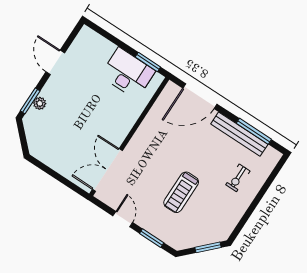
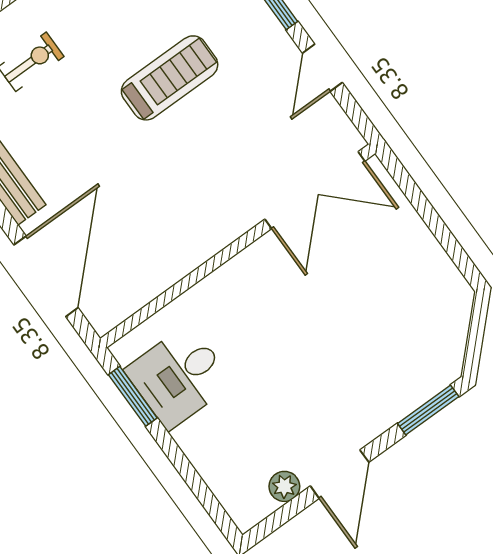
desk: (128, 73) -> (179, 377), width x0.73
door: (200, 96) -> (46, 276), hinge flipped
plant: (40, 103) -> (284, 486), moved

